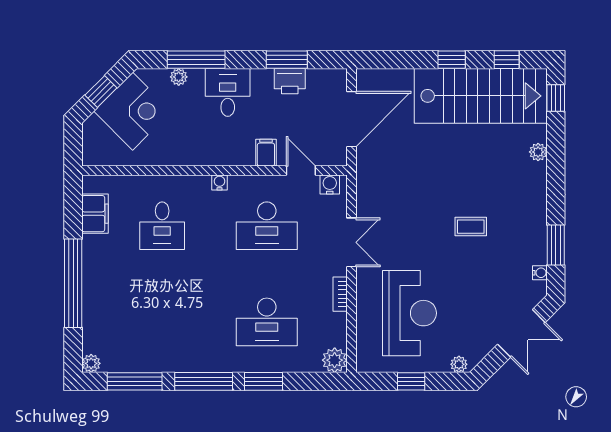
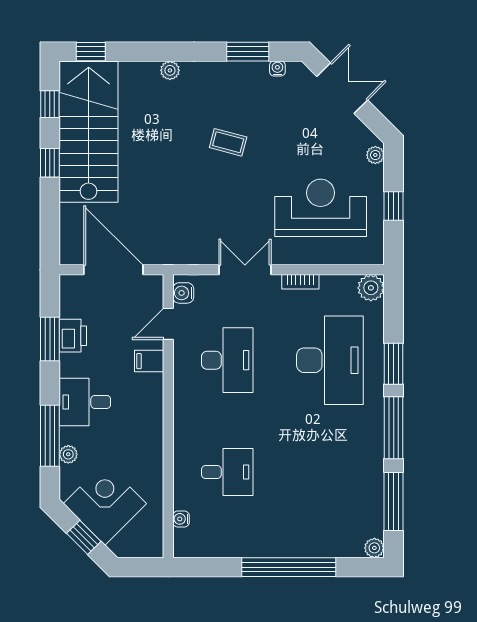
plant: (538, 152) -> (170, 70), moved
water cooler: (220, 182) -> (181, 519), moved
filing cabinet: (95, 214) -> (214, 544), removed
coffee table: (471, 227) -> (228, 142), turned -75
desk: (267, 322) -> (330, 360), width x1.36, depth x1.30

